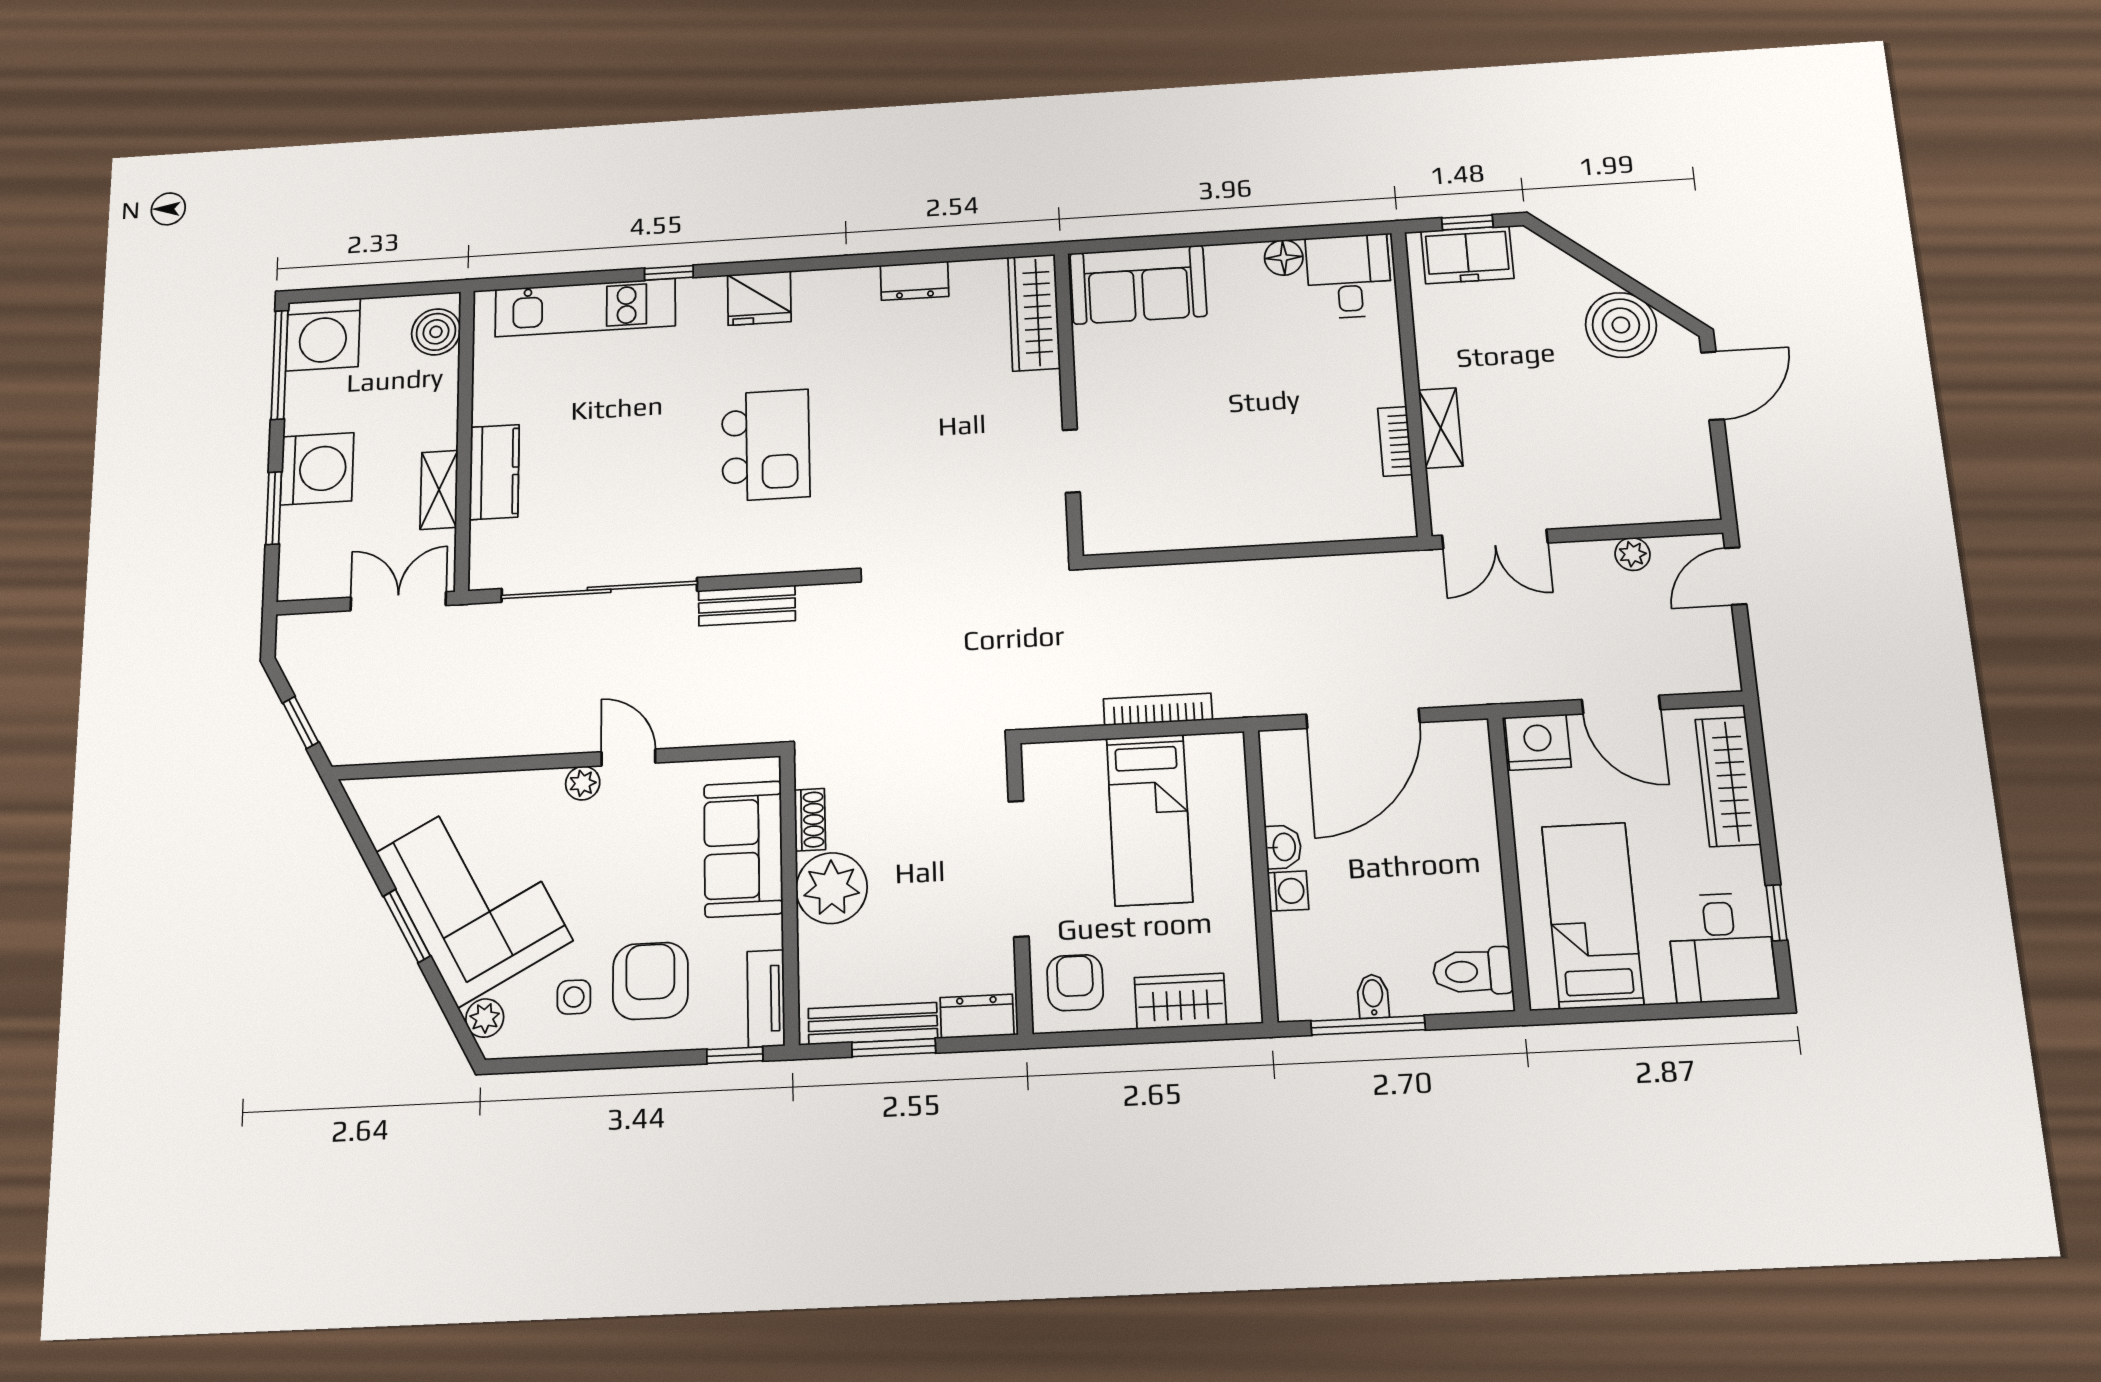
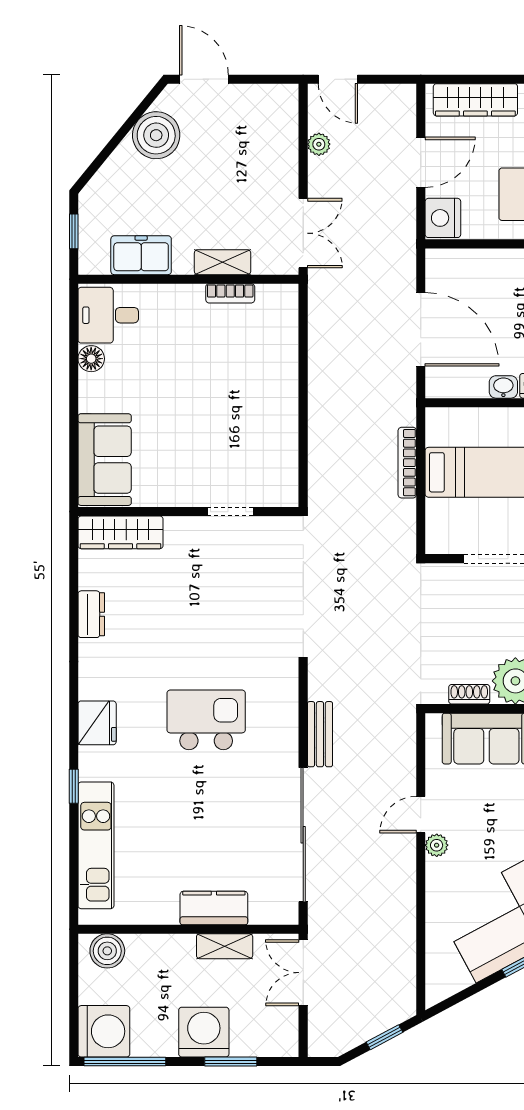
freezer: (1467, 255) -> (141, 255), moved, turned -90

